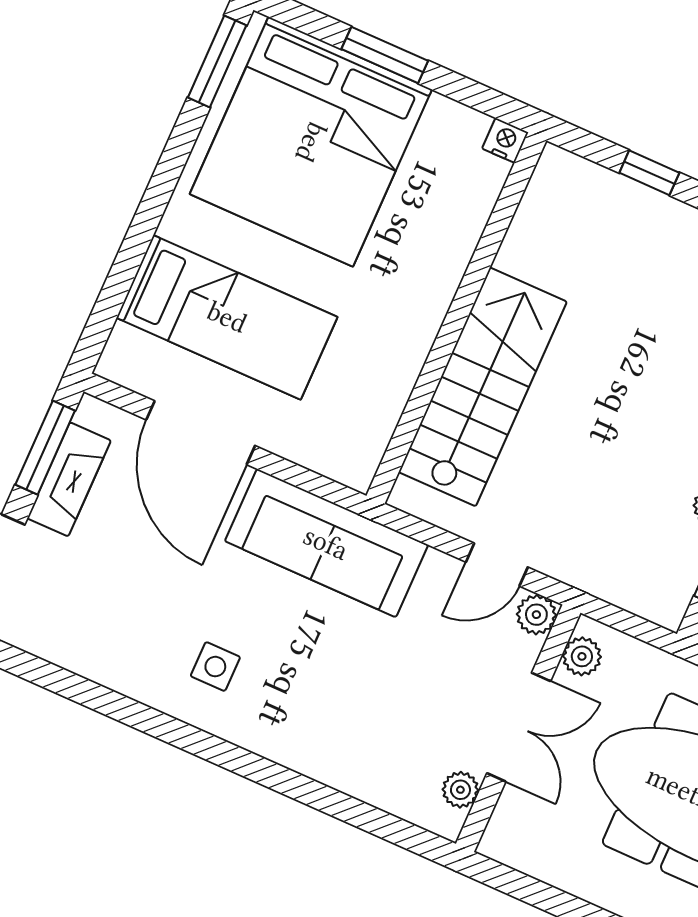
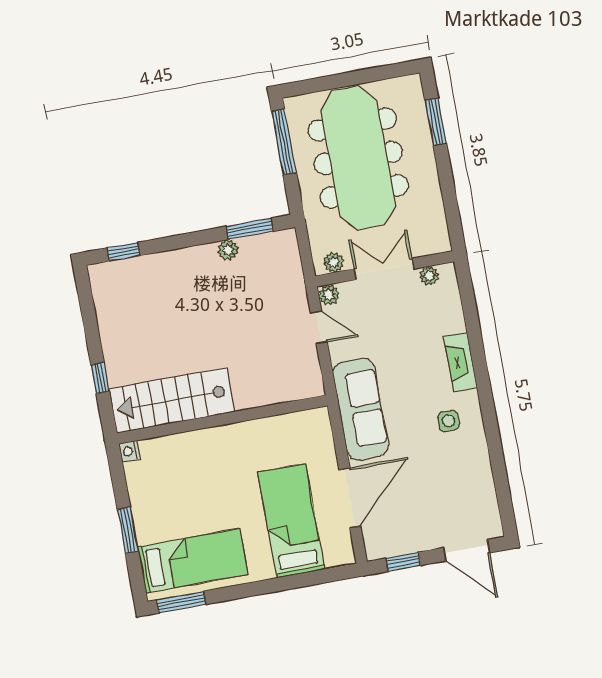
bed: (311, 142) -> (193, 561), width x0.49
stairs: (483, 387) -> (172, 400), moved
window: (45, 448) -> (403, 562), width x0.67
fireplace: (69, 479) -> (461, 362), moved, turned -90

